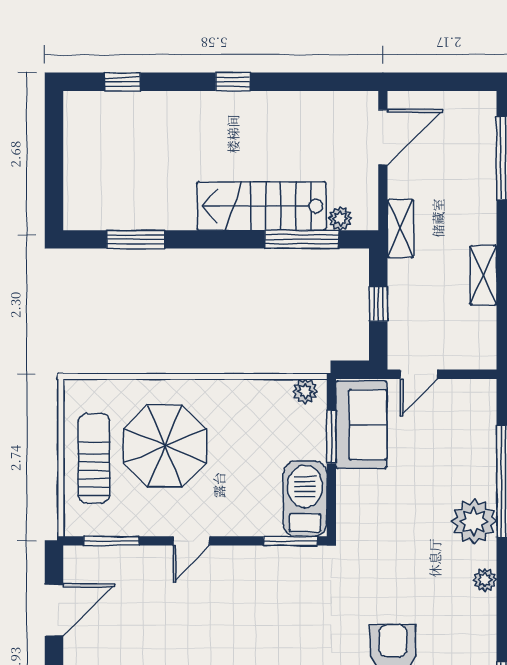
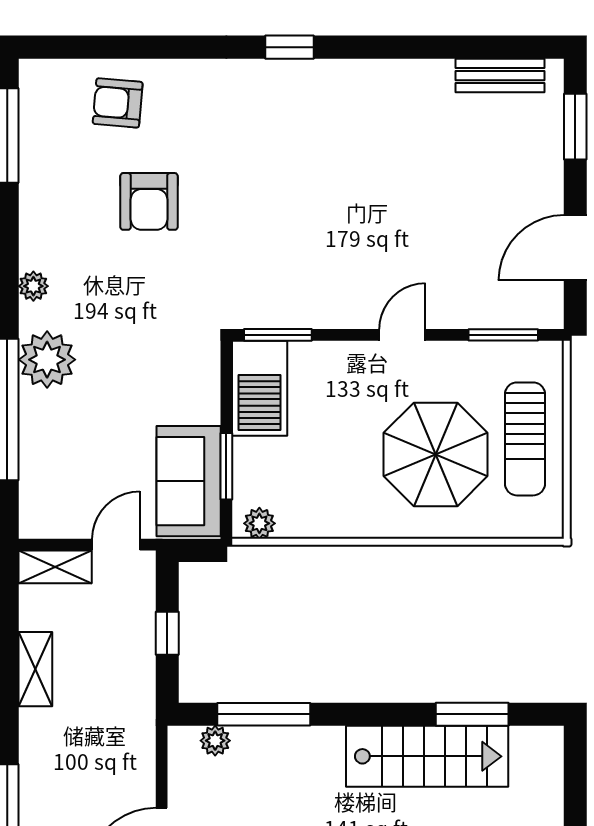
stairs: (262, 206) -> (427, 756), moved
shelving: (400, 229) -> (55, 567), moved, turned 90

